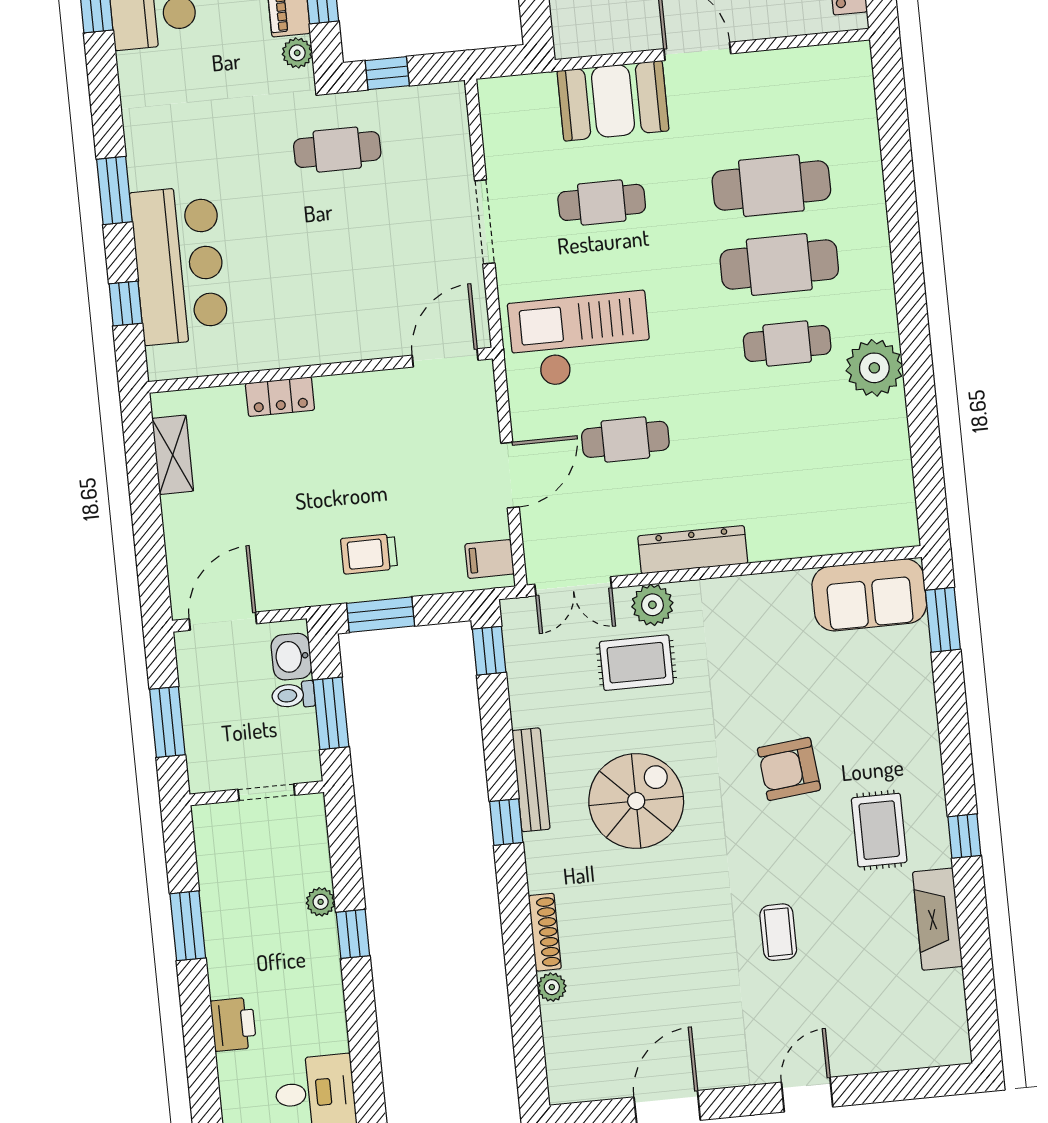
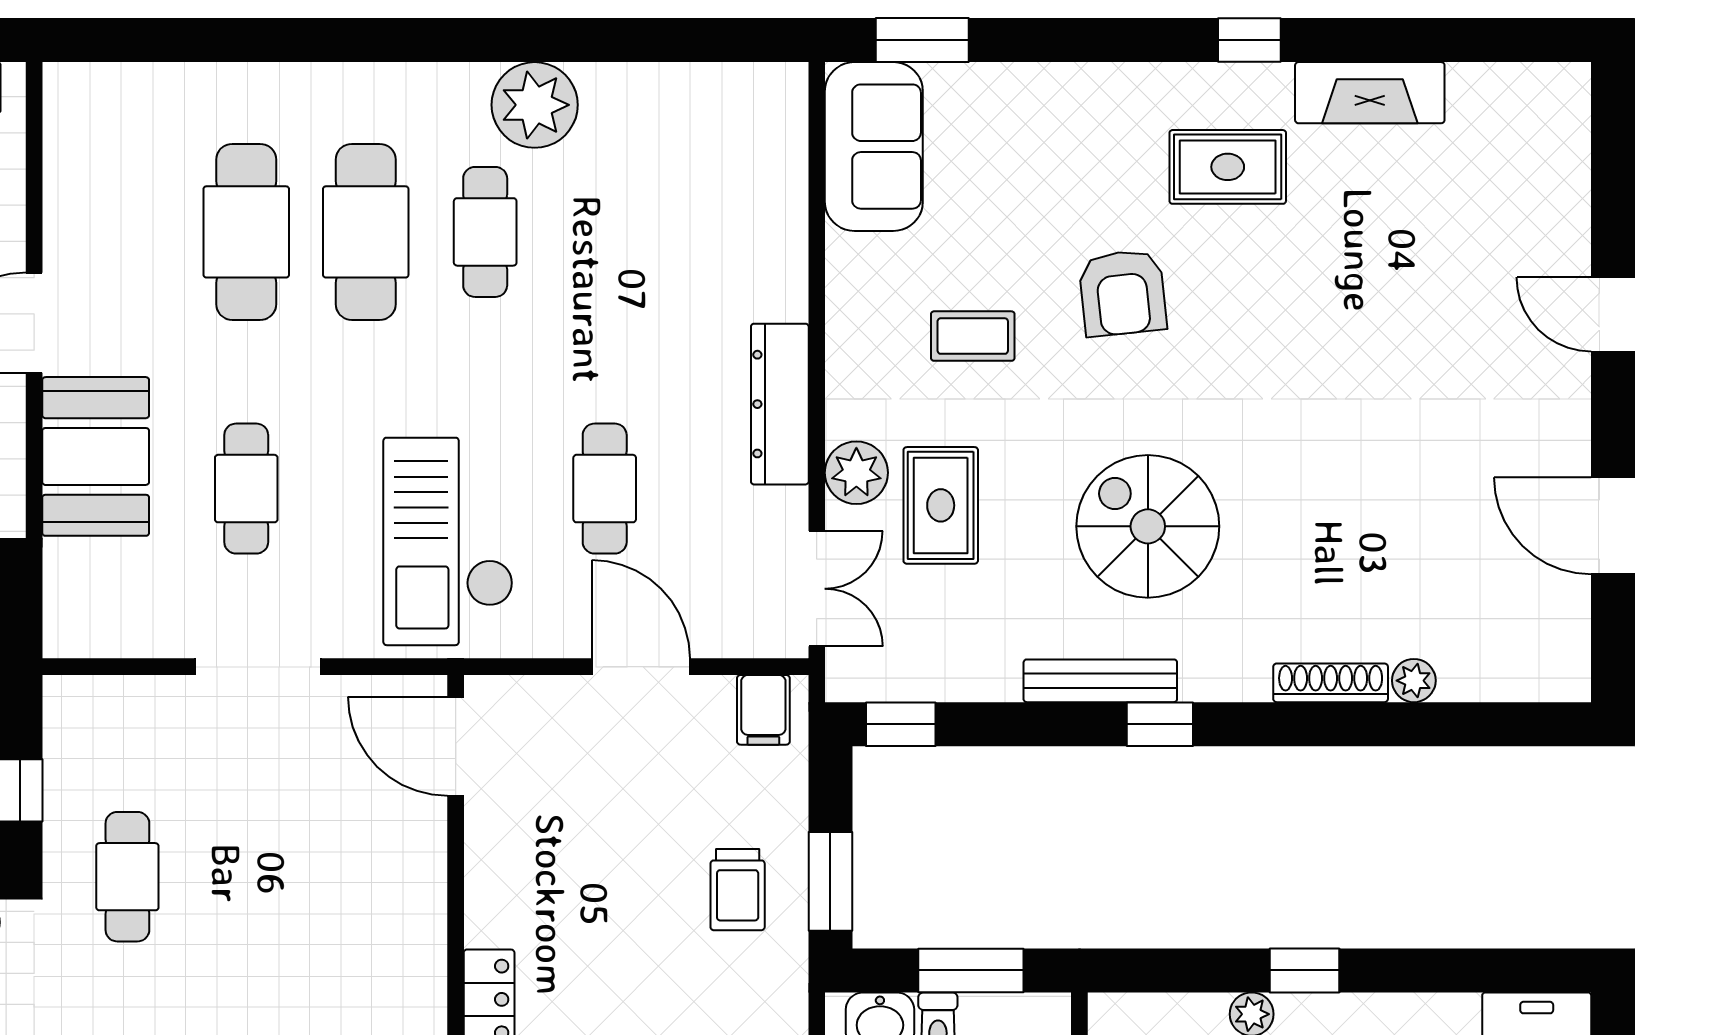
coffee table: (778, 932) -> (973, 336), moved

